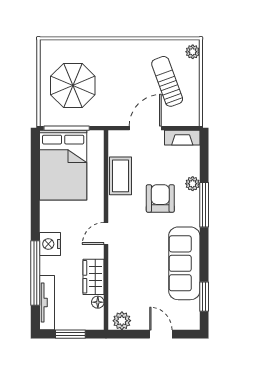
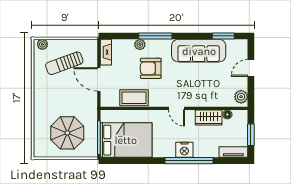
window: (35, 273) -> (189, 161), moved
tv unit: (47, 303) -> (233, 152), width x0.71

